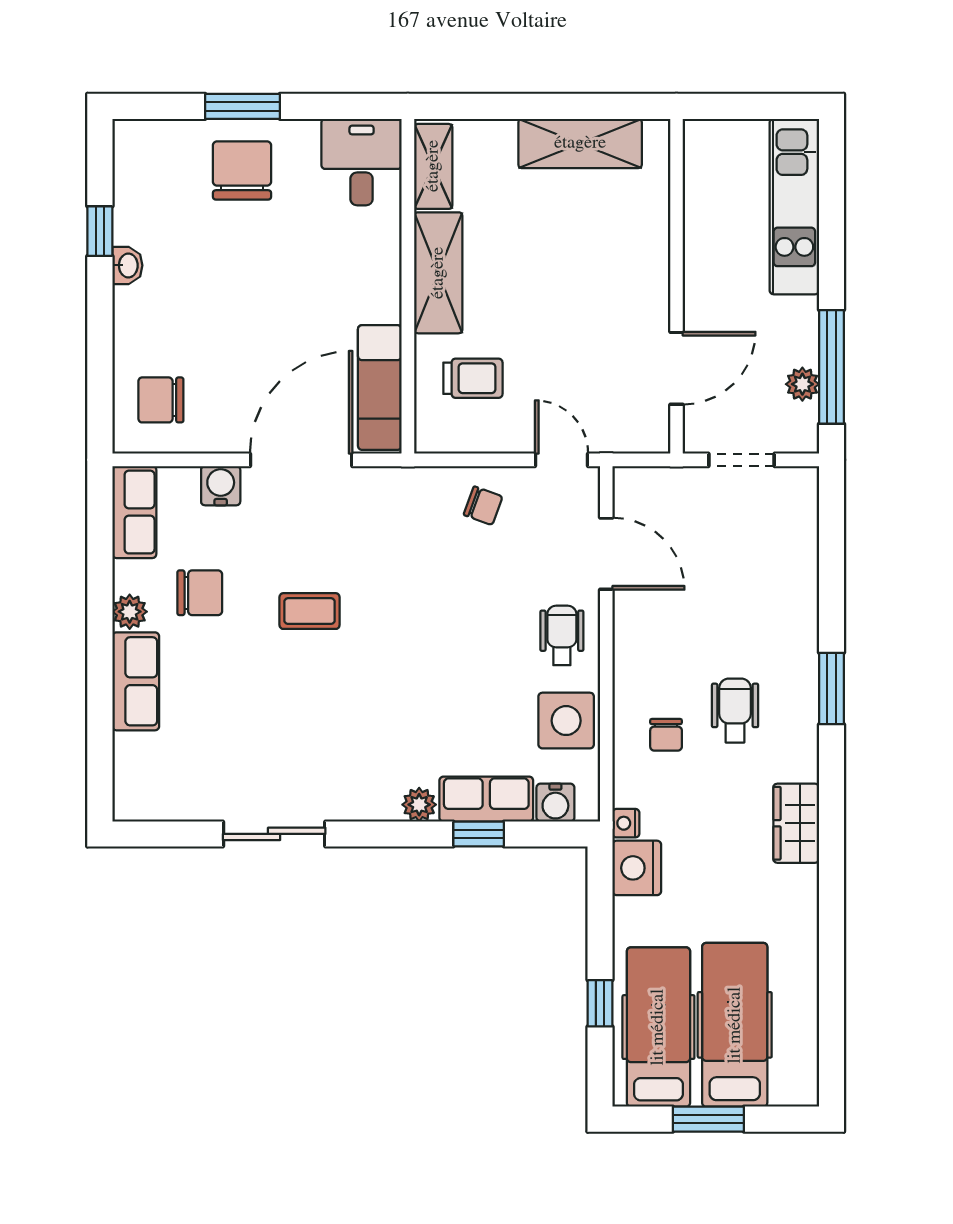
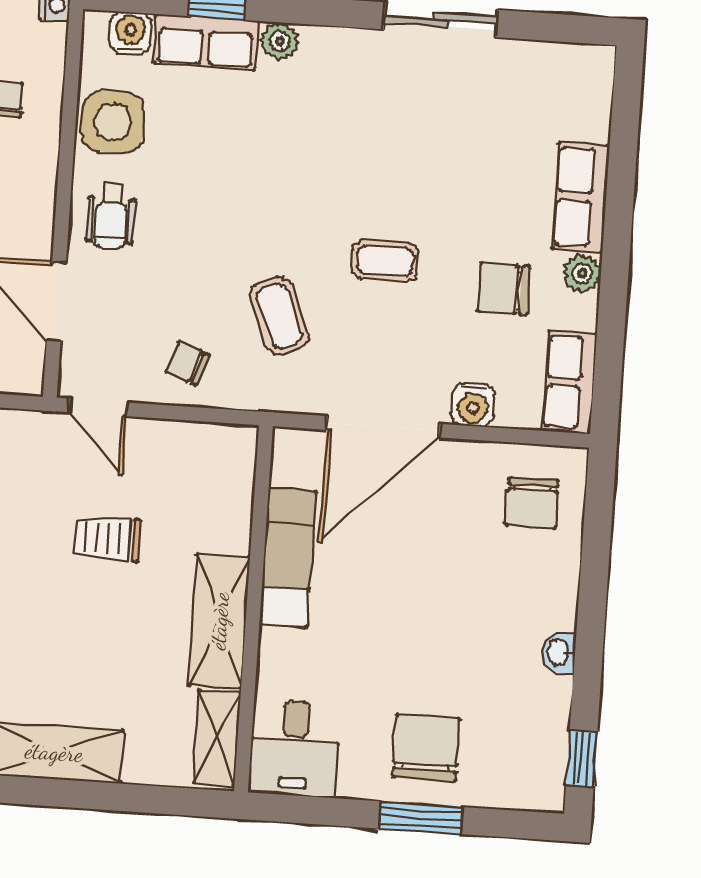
chair: (242, 170) -> (426, 748), turned 180
window: (100, 231) -> (582, 759), moved
trolley: (473, 378) -> (107, 538), moved
exam couch: (380, 388) -> (288, 558), moved
chair: (161, 400) -> (532, 503), turned 90
coffee table: (402, 554) -> (279, 316), added

